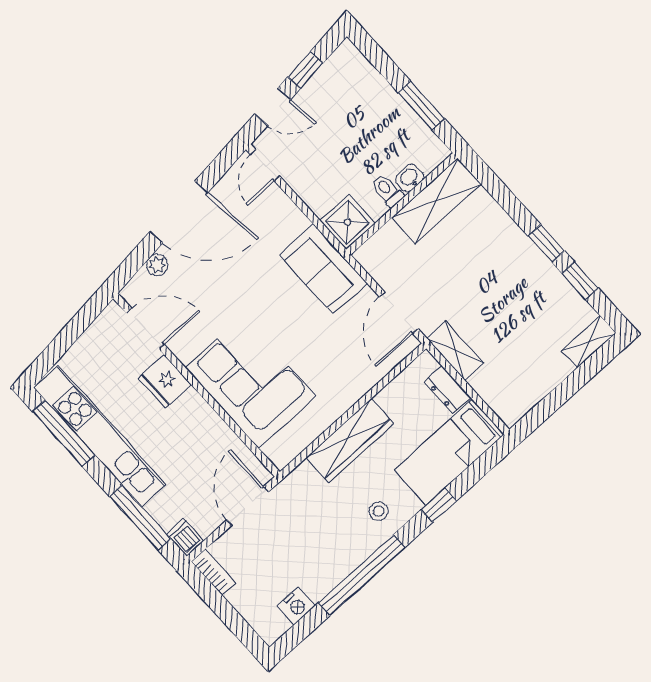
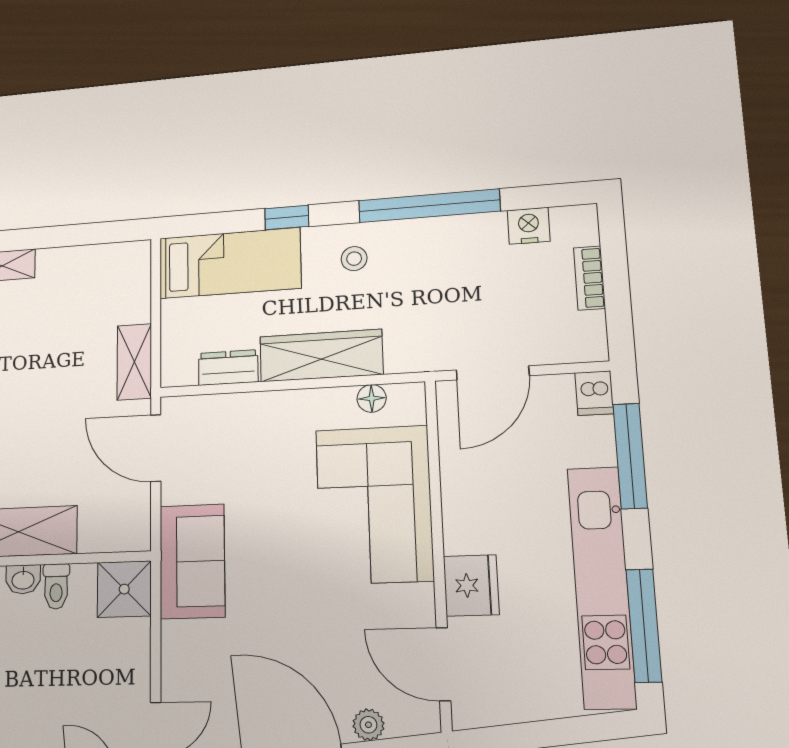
door: (399, 313) -> (156, 448), swing flipped
dresser: (447, 390) -> (228, 368), moved, turned -90
floor lamp: (301, 439) -> (372, 398), added
bookcase: (213, 572) -> (589, 278), moved

